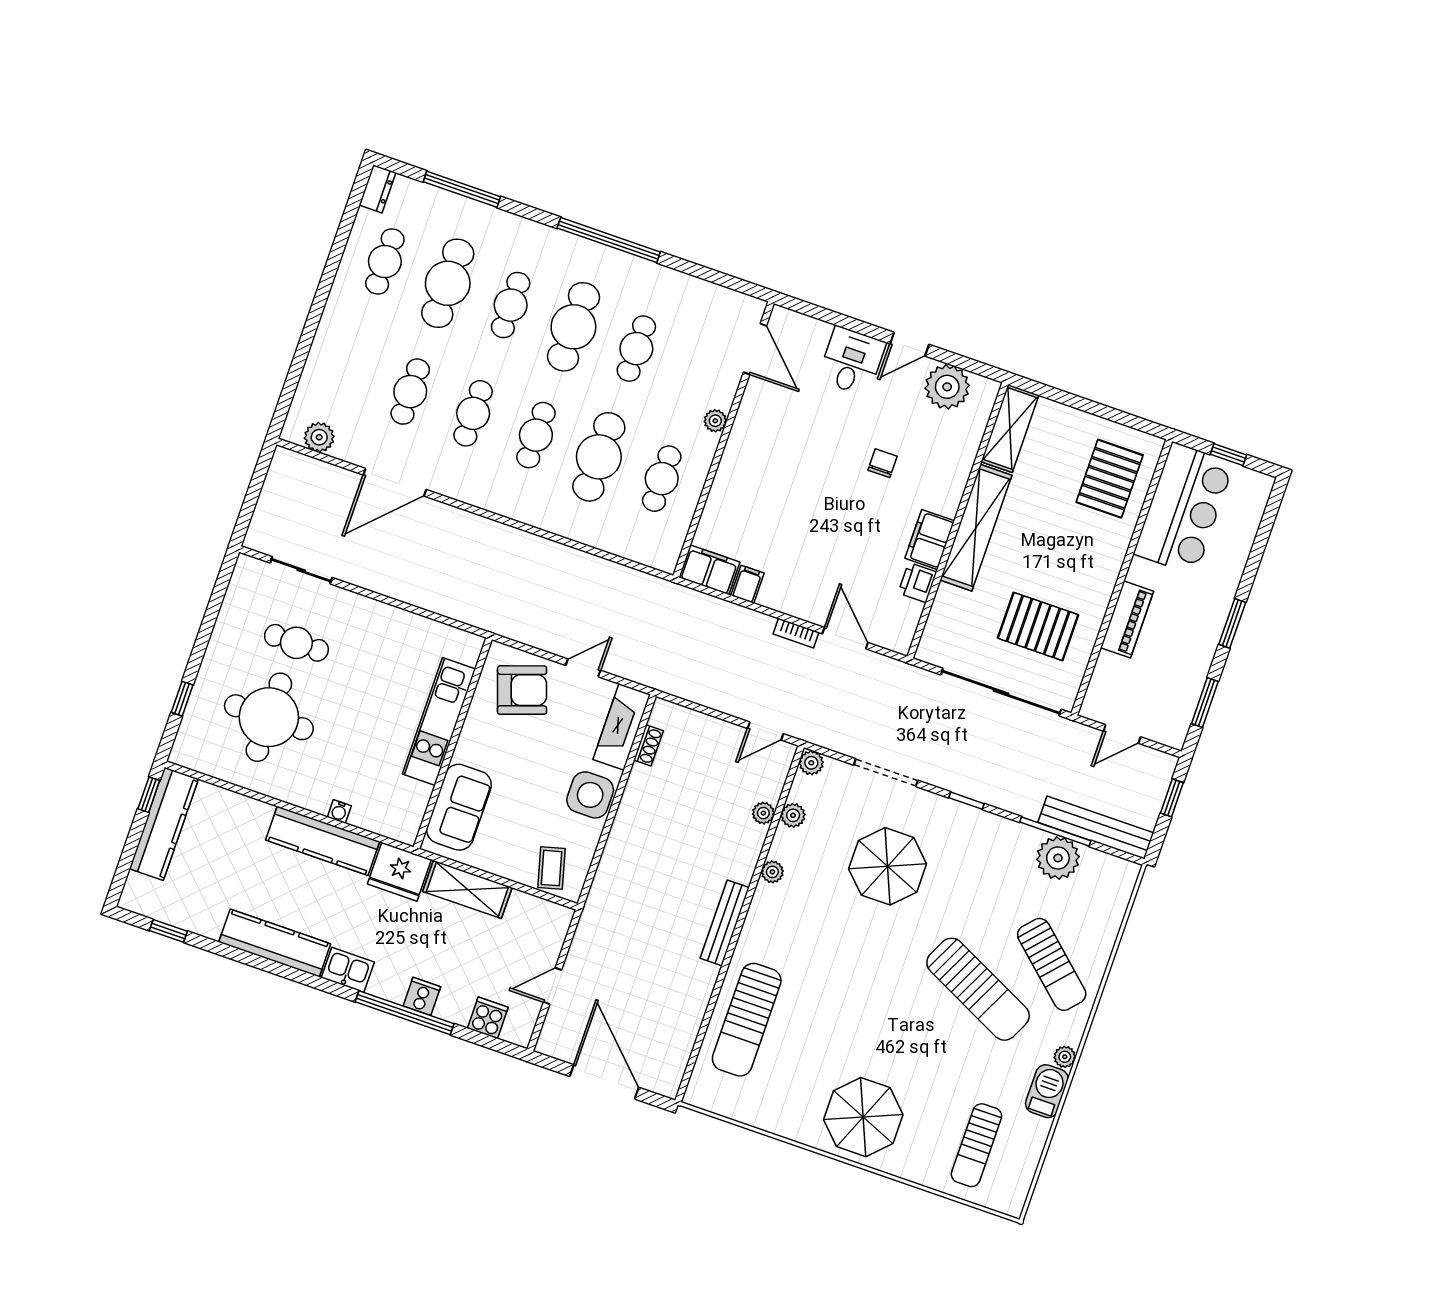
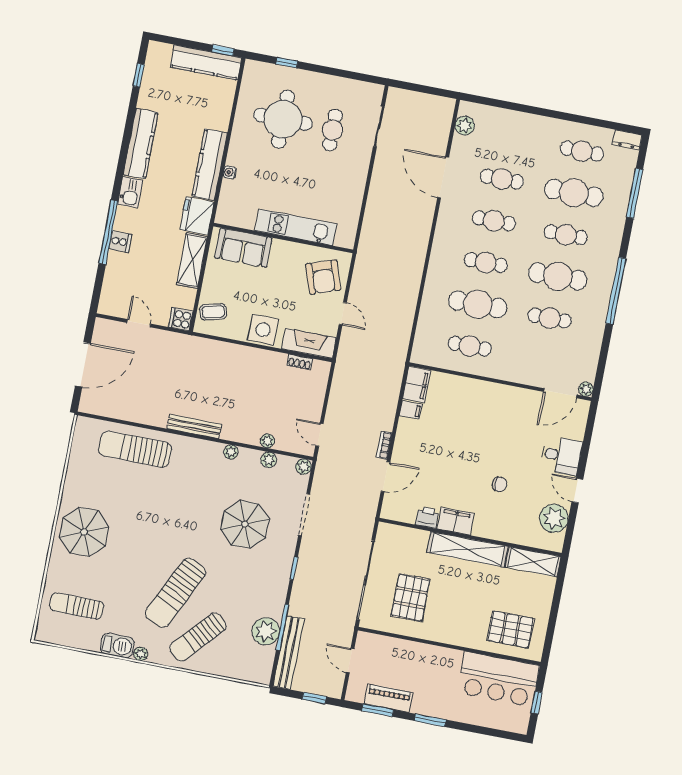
plant: (715, 421) -> (586, 389), moved
piano: (1127, 619) -> (388, 698), moved, turned 180
cooker: (488, 1018) -> (181, 319), moved, turned 180

